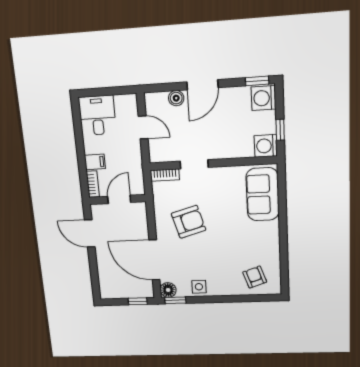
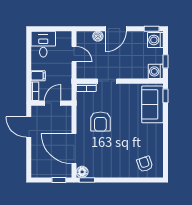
window: (282, 181) -> (165, 96), added
armchair: (189, 222) -> (100, 122), turned 106
side table: (199, 287) -> (105, 170), removed

